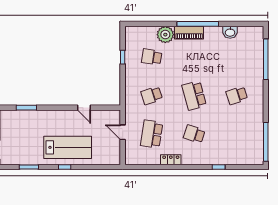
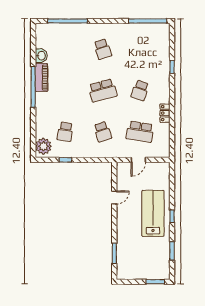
piano: (189, 33) -> (42, 77), moved
plant: (165, 35) -> (43, 146), moved

